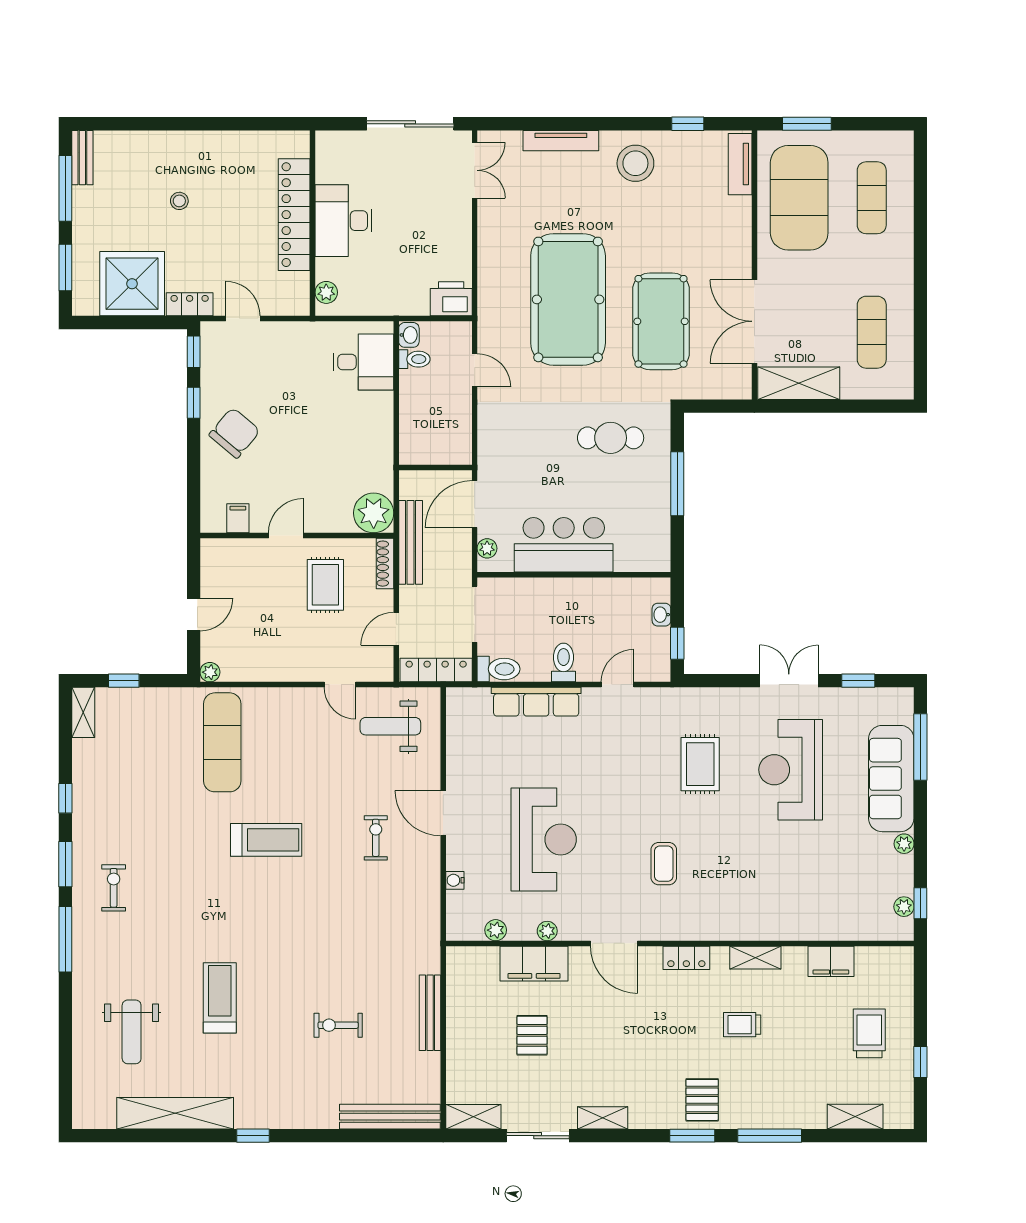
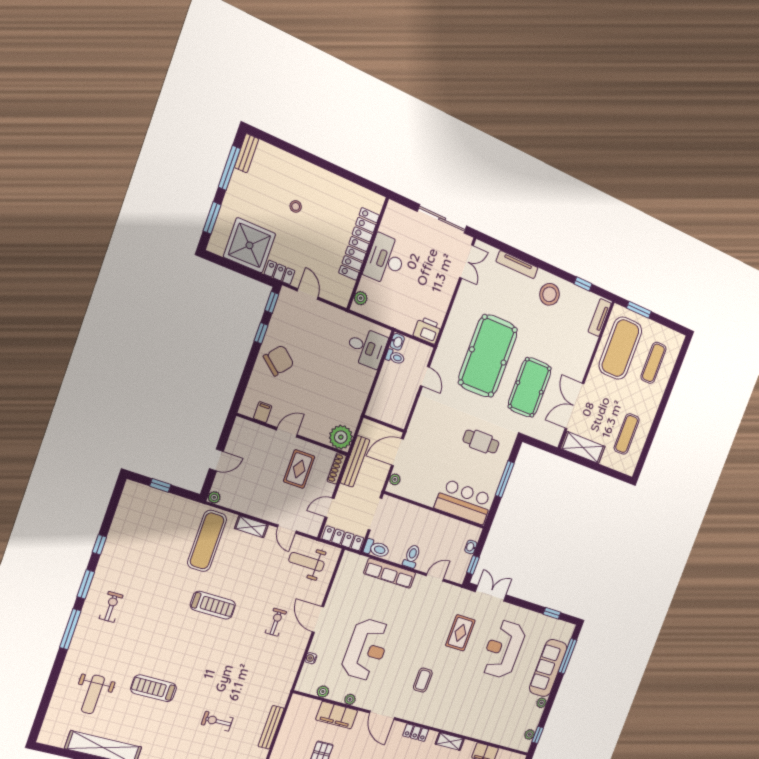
bar counter: (564, 545) -> (464, 502), moved
double door: (789, 681) -> (491, 593), moved
shelving: (83, 712) -> (251, 527), moved, turned 90
treadmill: (220, 998) -> (154, 688), turned -90

